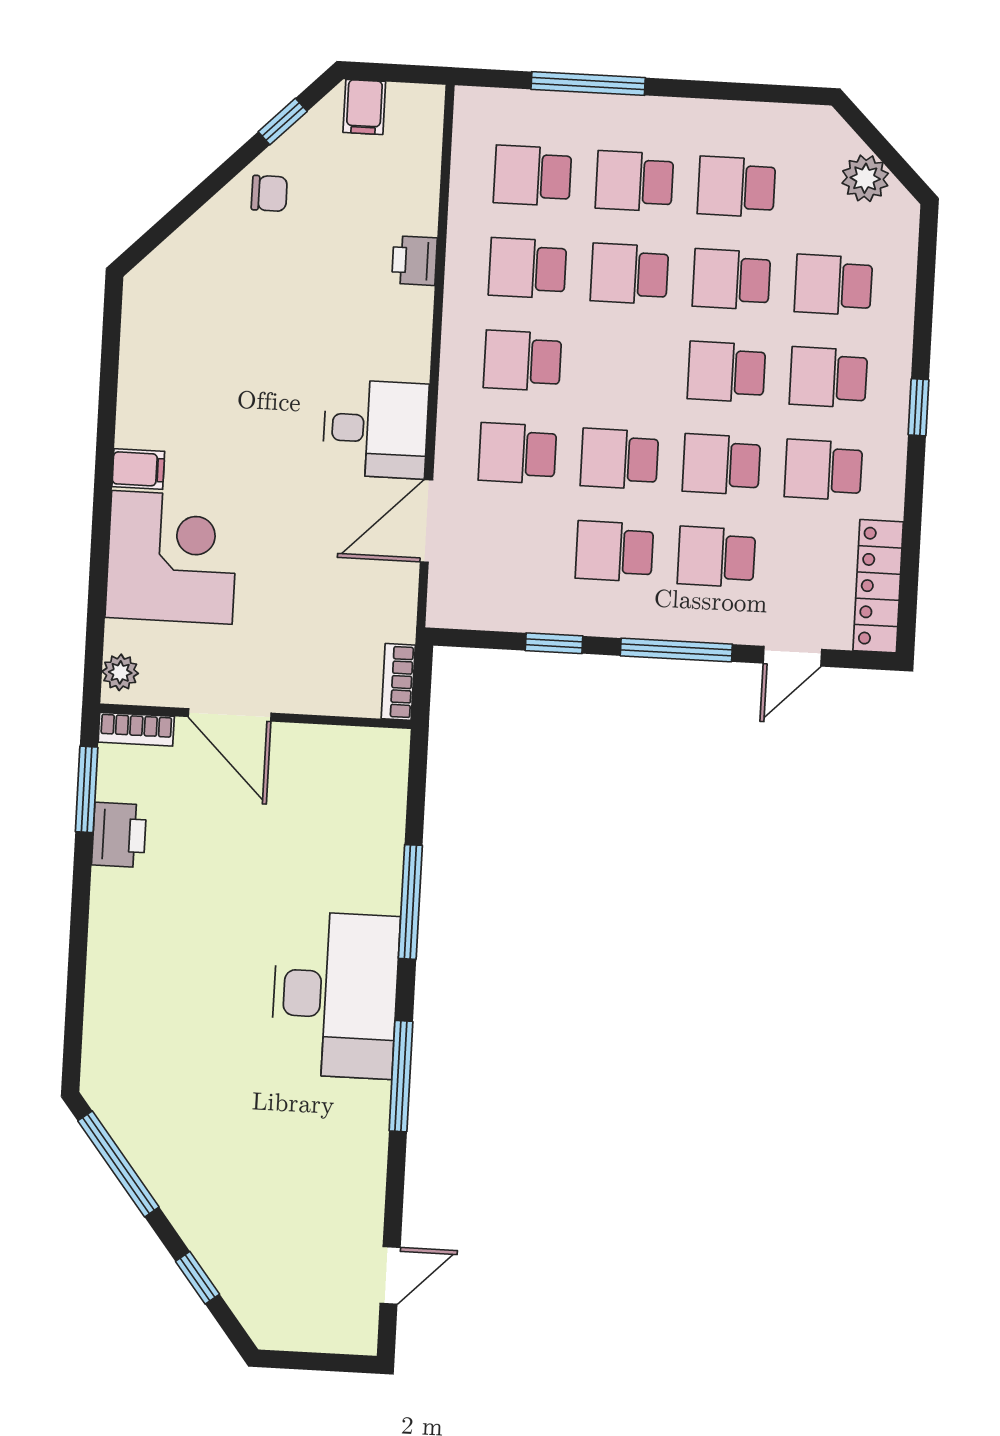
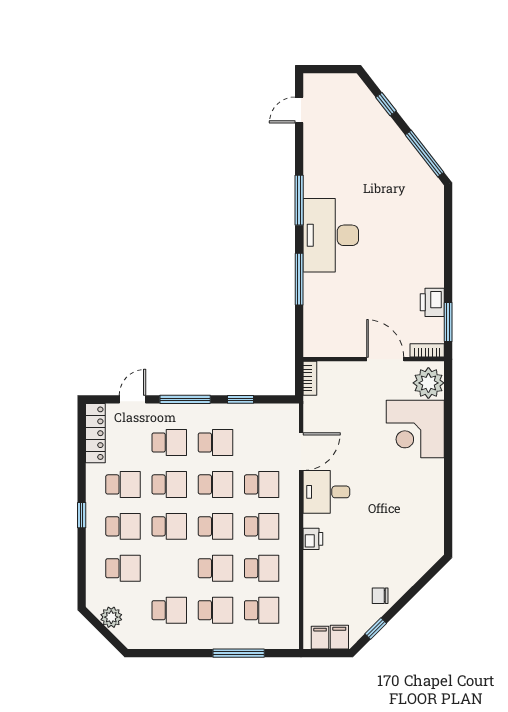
printer: (414, 261) -> (313, 539), moved
school desk: (731, 279) -> (215, 526), moved
filing cabinet: (138, 469) -> (320, 638), moved, turned 90
plant: (120, 672) -> (428, 383), width x1.87, depth x1.87

